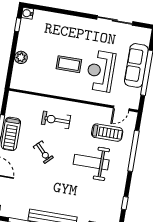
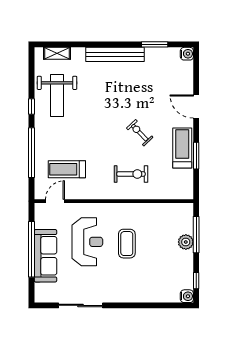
window: (12, 62) -> (196, 235), added
coffee table: (69, 64) -> (127, 244), turned 90
weight bench: (91, 162) -> (57, 95), moved, turned 90
window: (125, 203) -> (31, 106), moved

